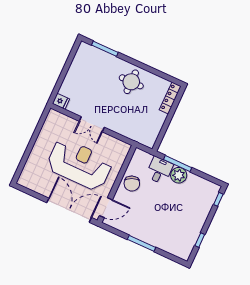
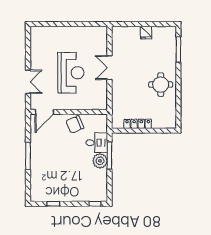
locker: (170, 98) -> (138, 124), moved
fridge: (61, 101) -> (146, 33), moved
reception desk: (79, 164) -> (71, 73), width x0.74, depth x0.77
door: (106, 208) -> (44, 112), hinge flipped
double door: (69, 210) -> (28, 82), width x0.54

